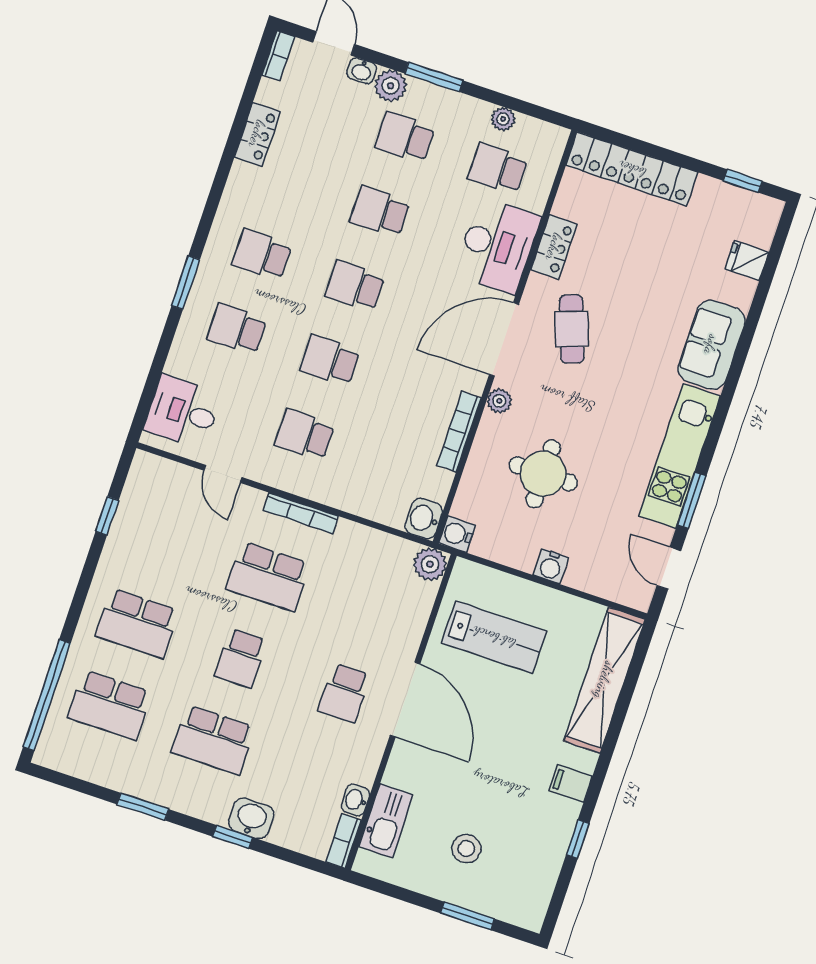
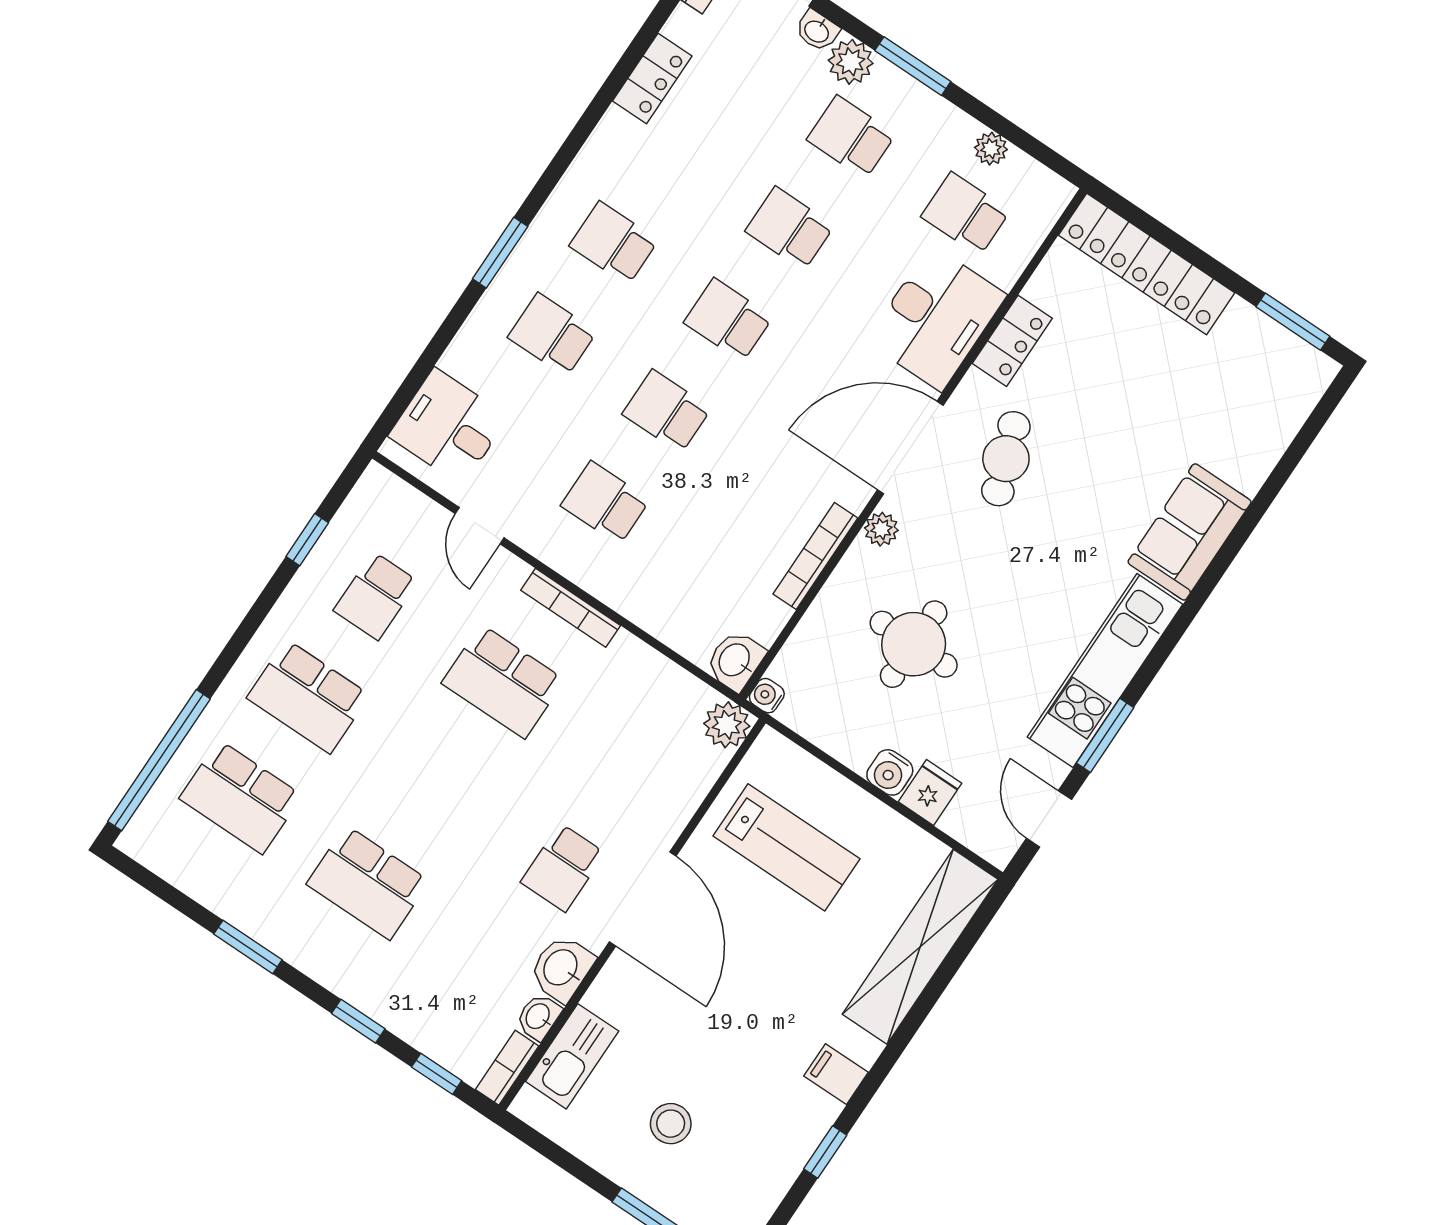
window: (743, 181) -> (1293, 322), width x1.50
fridge: (747, 261) -> (930, 793), moved, turned 90
water cooler: (457, 534) -> (767, 696), width x0.72, depth x0.72
school desk: (241, 658) -> (376, 596), moved
washbasin: (251, 818) -> (562, 968), moved, turned -90
window: (296, 858) -> (437, 1074), added

